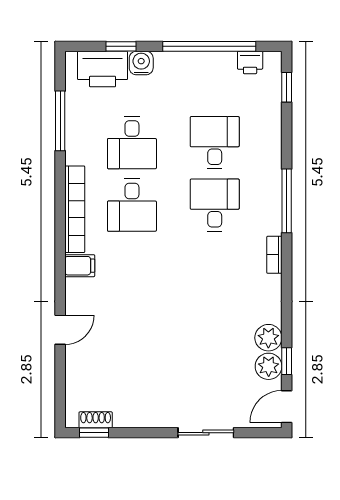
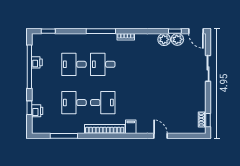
printer: (250, 62) -> (37, 62), moved
water cooler: (141, 63) -> (37, 98), removed
printer: (103, 69) -> (37, 111), width x0.53, depth x0.68
desk: (132, 143) -> (74, 103), turned 180

